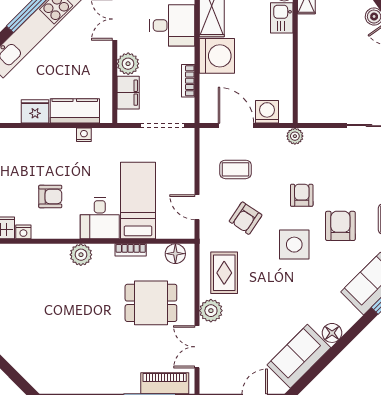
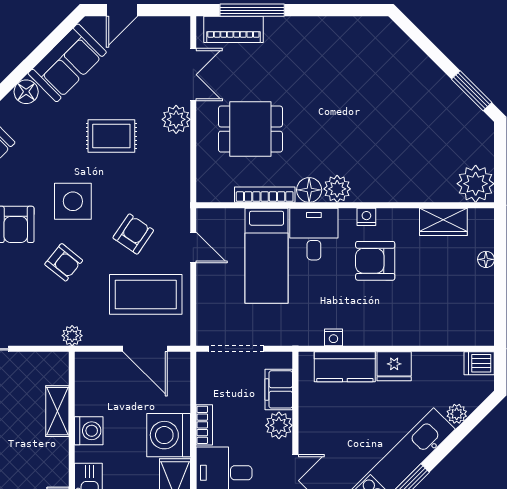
shelving: (307, 75) -> (57, 411), added
bookcase: (188, 81) -> (204, 425), moved
washing machine: (267, 112) -> (89, 431), moved, turned -90
coffee table: (236, 169) -> (146, 294), width x1.86, depth x1.72
armchair: (302, 195) -> (64, 262), turned -51
armchair: (50, 196) -> (375, 261), width x1.38, depth x1.38
nightstand: (23, 232) -> (366, 217), moved
bookcase: (131, 250) -> (265, 195), width x1.56
floor lamp: (175, 254) -> (309, 190), moved
rug: (224, 273) -> (111, 136), moved, turned 90

